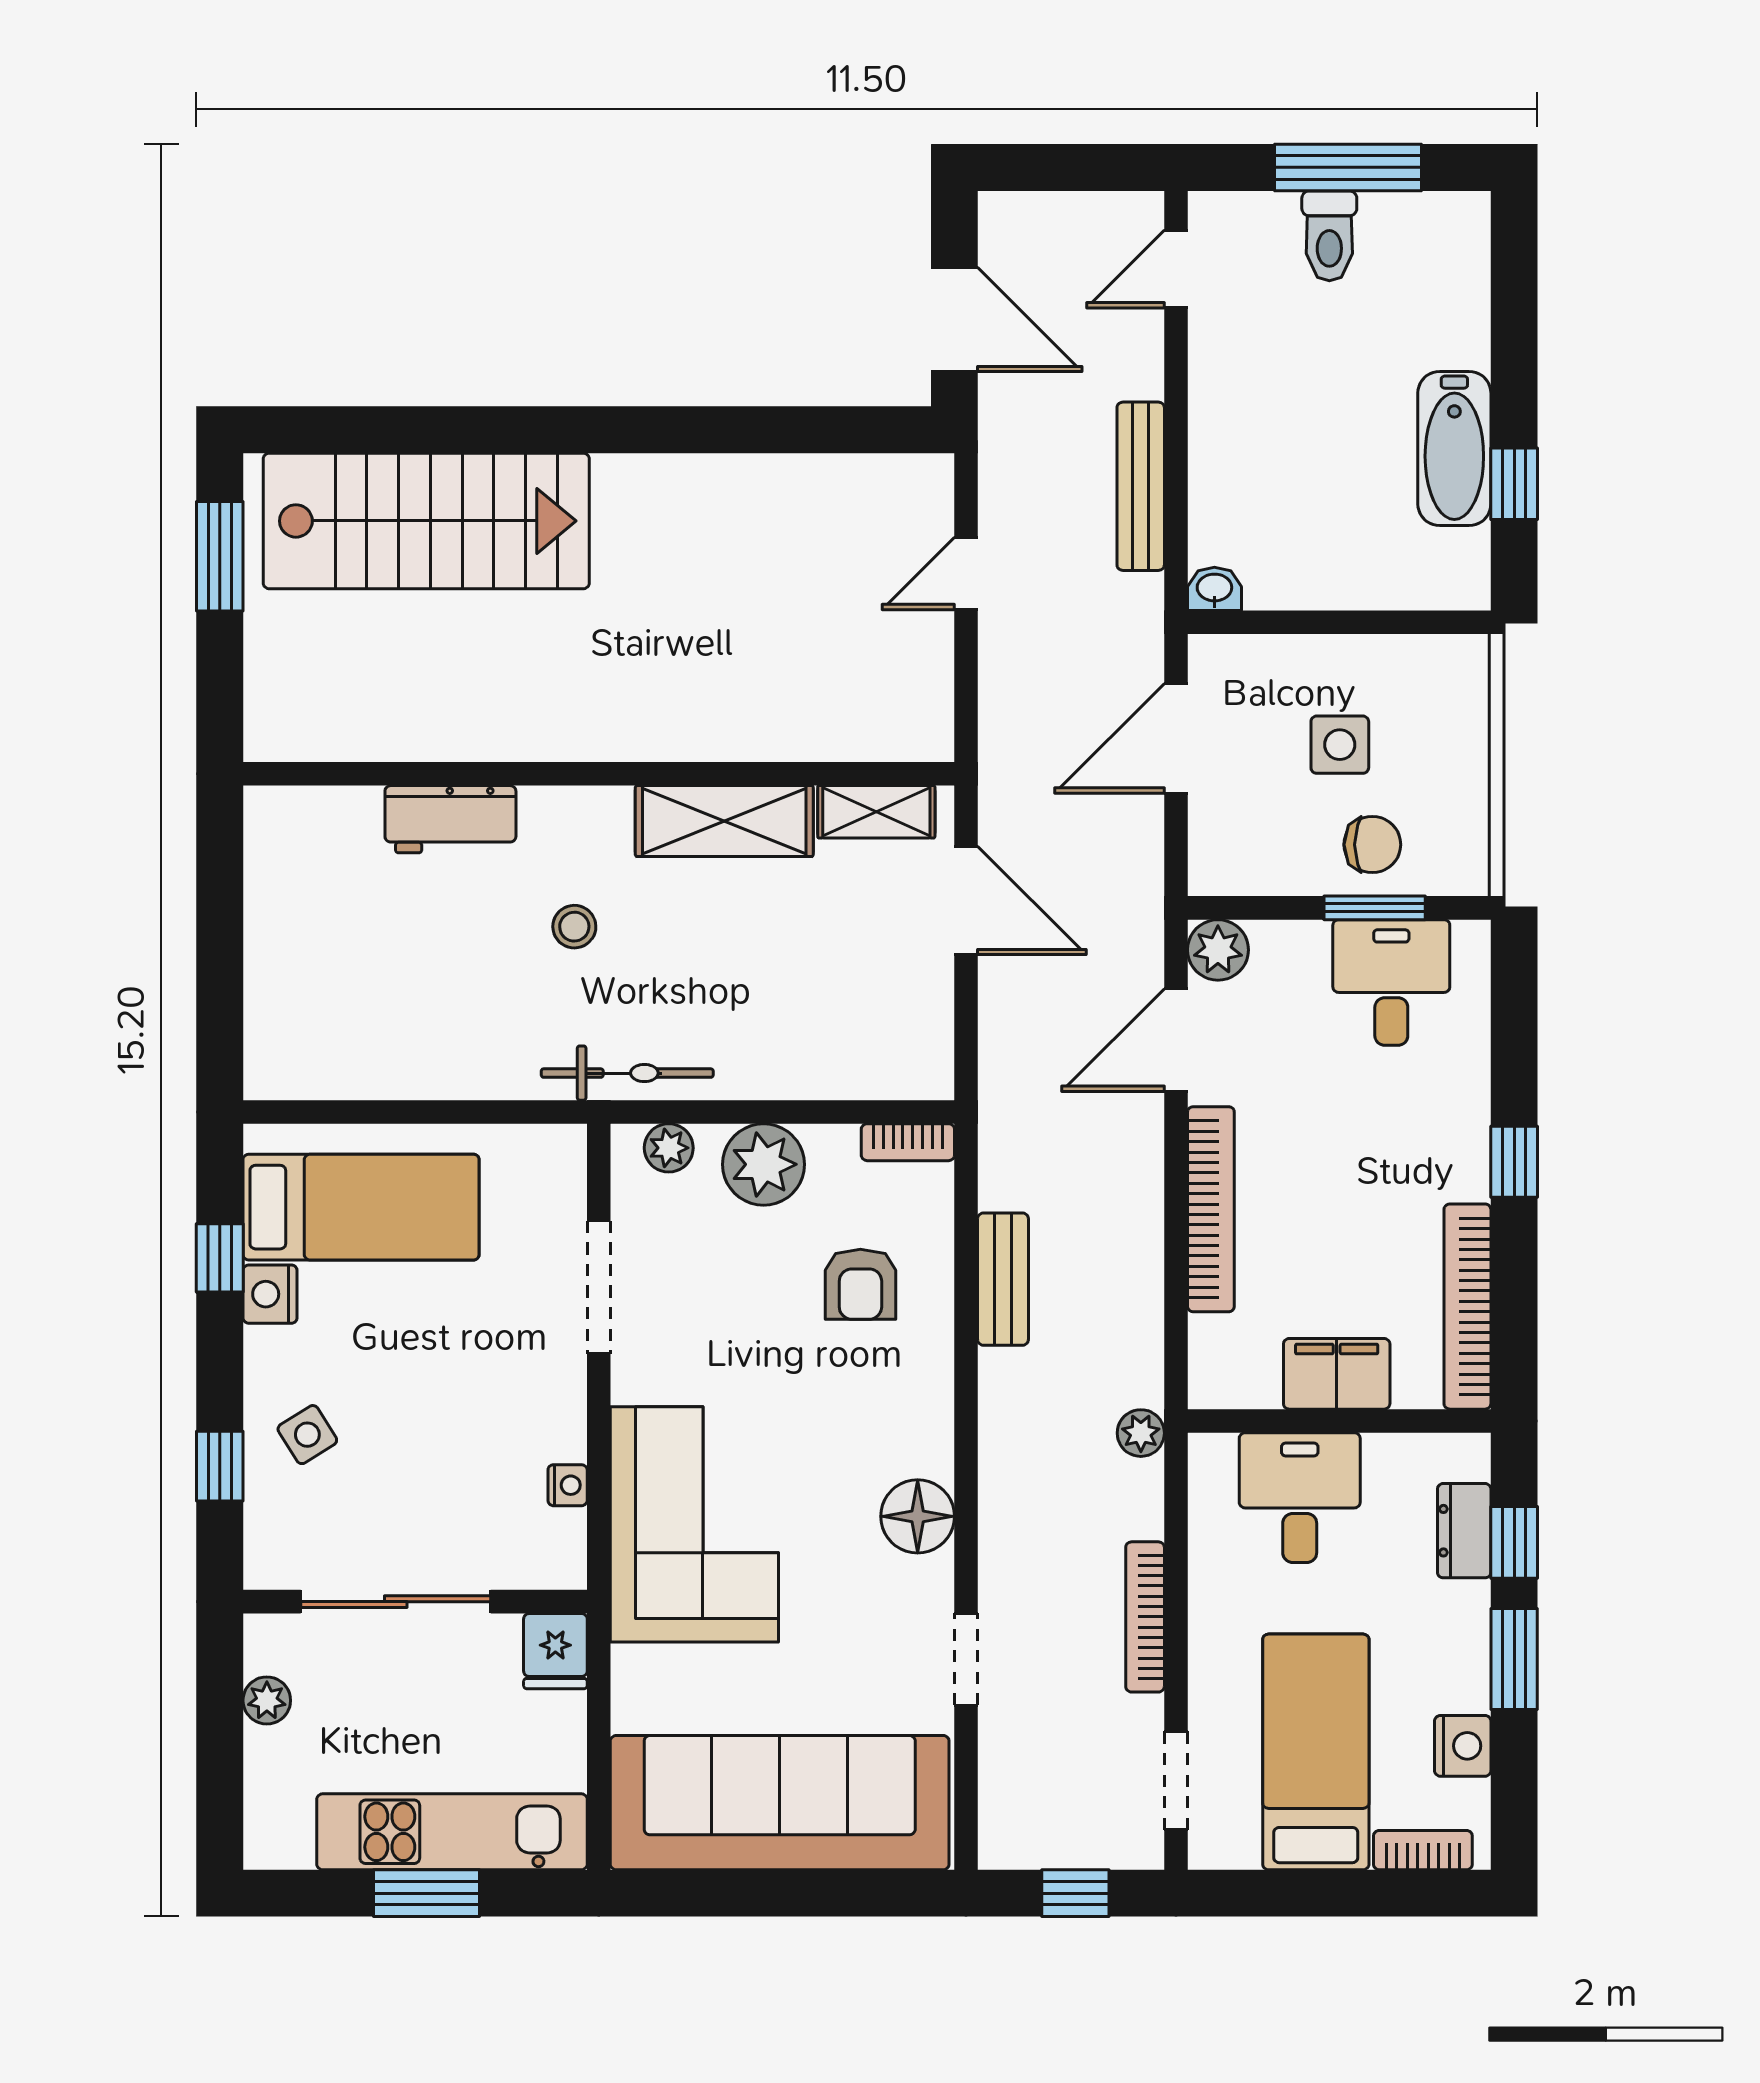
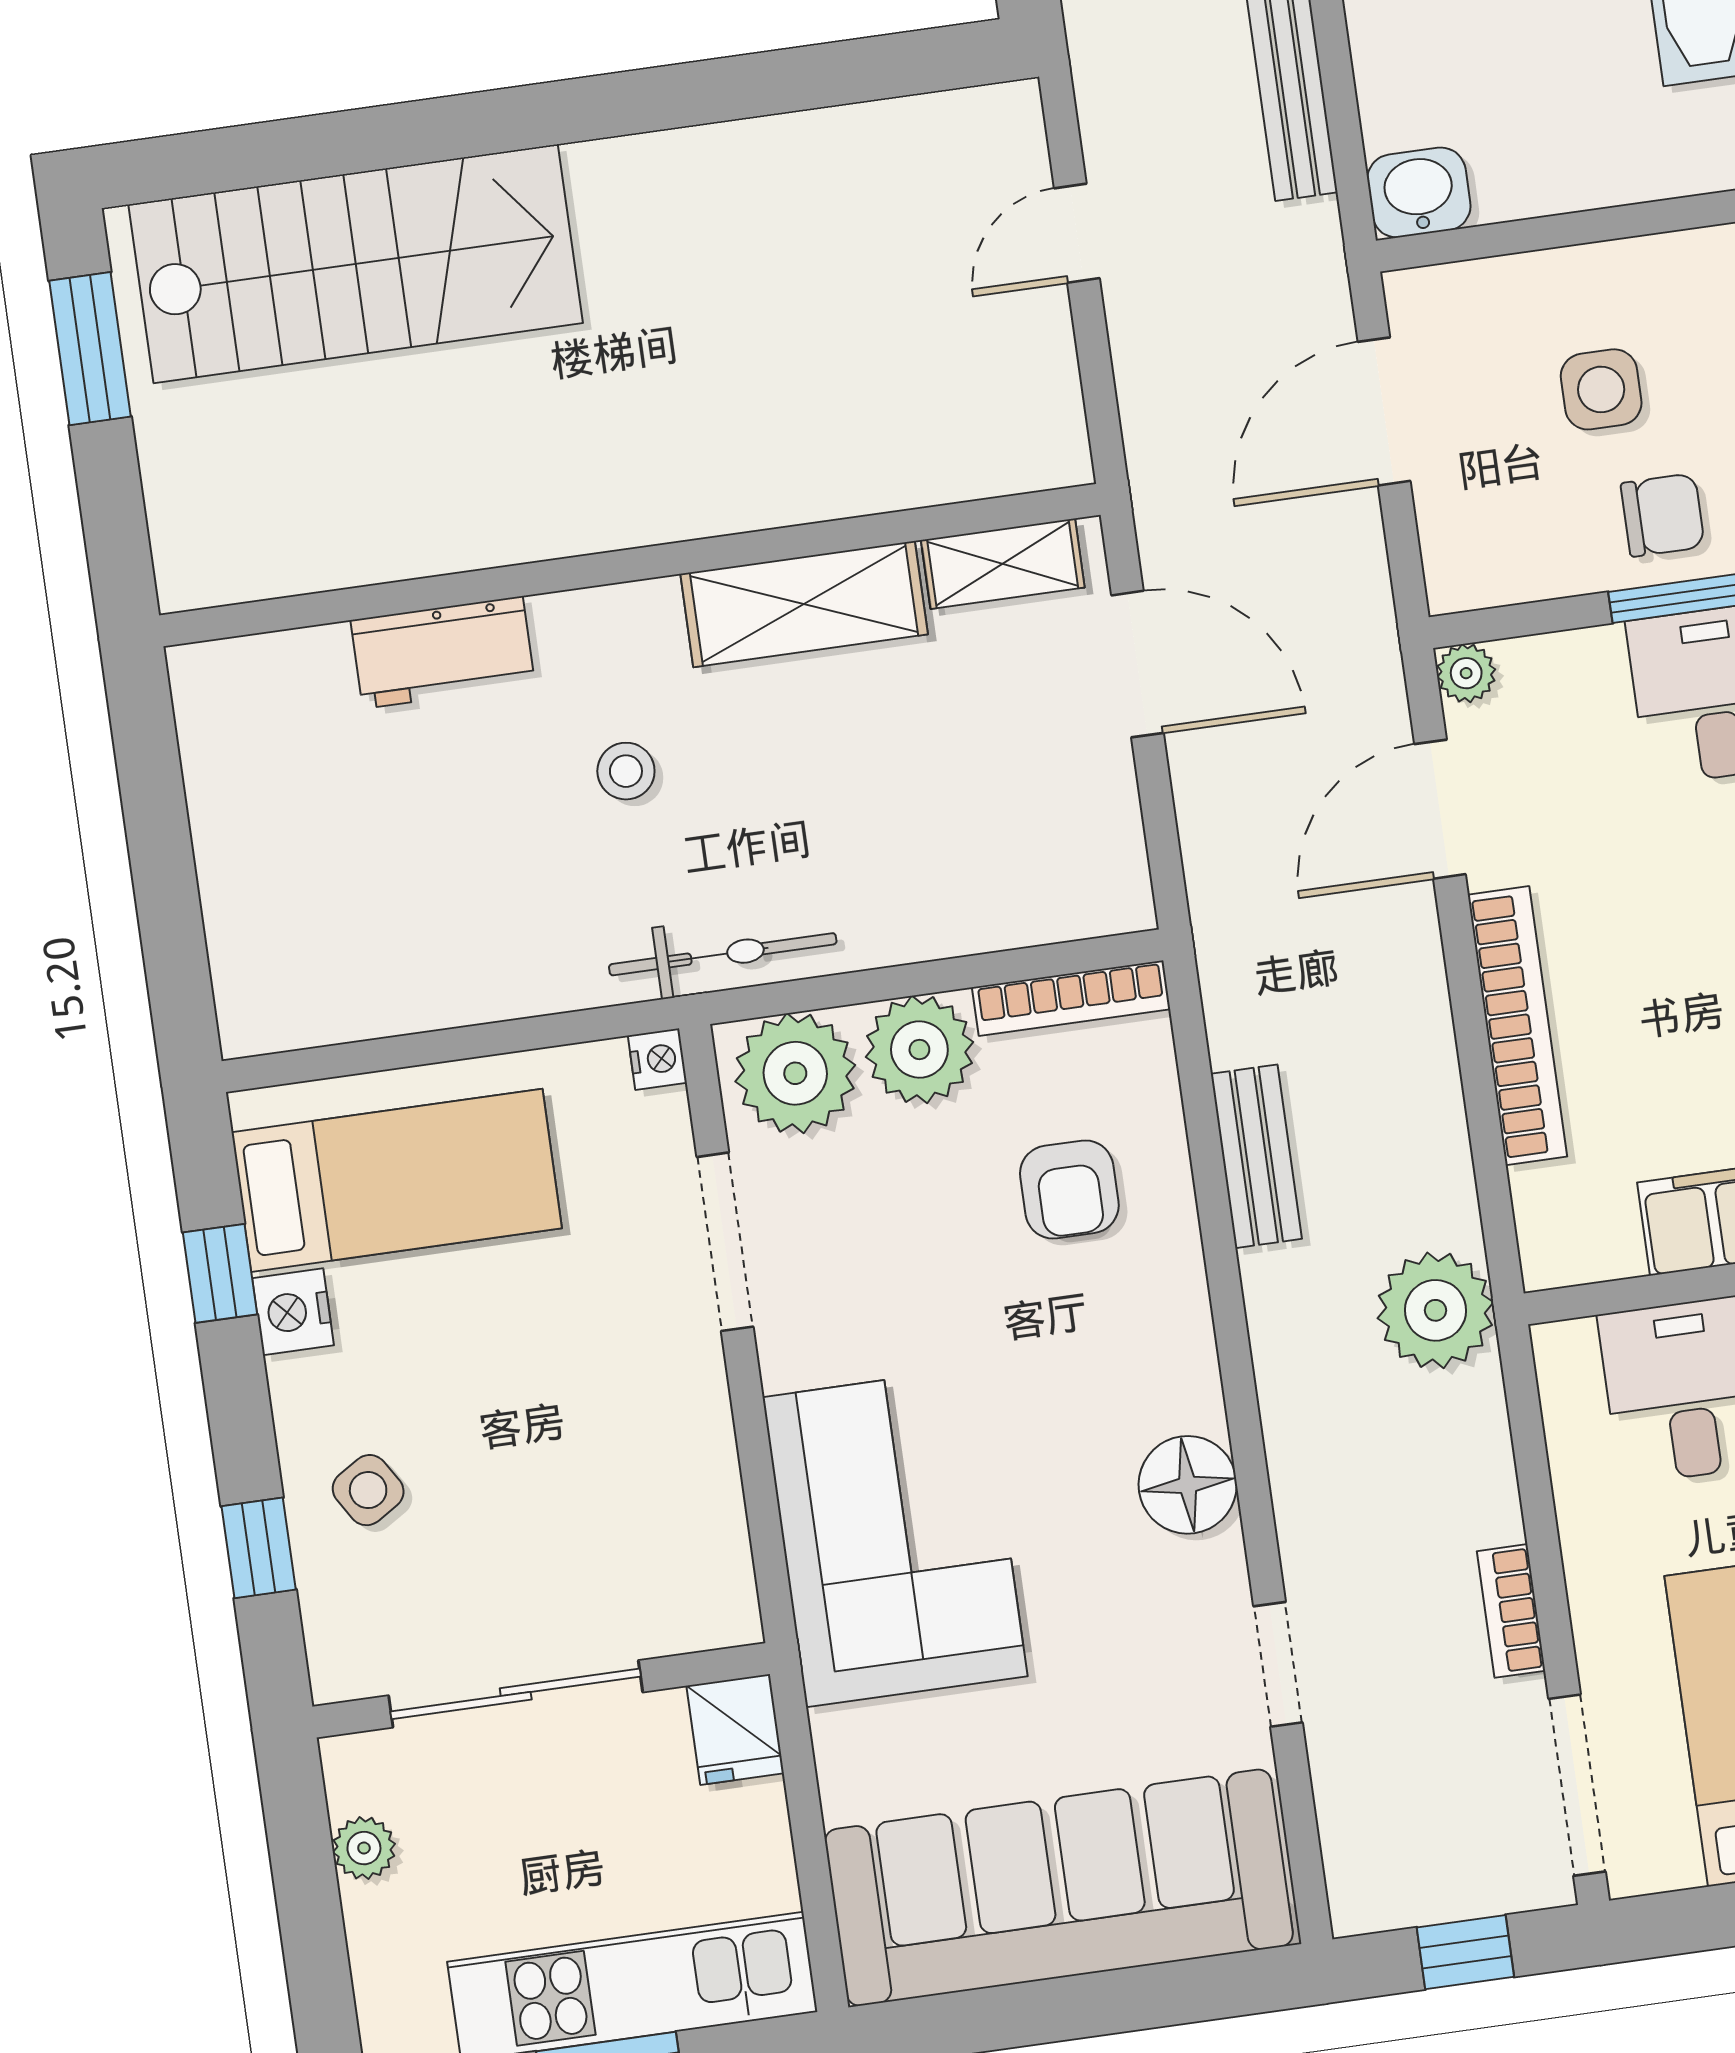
washbasin: (1214, 589) -> (1419, 193), width x1.38, depth x1.45
plant: (1218, 950) -> (1466, 673), width x0.73, depth x0.73
bookcase: (908, 1142) -> (1071, 998), width x1.56
plant: (669, 1148) -> (795, 1073), width x1.87, depth x1.87
plant: (1141, 1433) -> (1435, 1310), width x1.88, depth x1.88
nightstand: (568, 1485) -> (657, 1059), moved
bookcase: (1145, 1617) -> (1511, 1611), width x0.64
doorway: (1176, 1781) -> (1577, 1785), width x1.38

